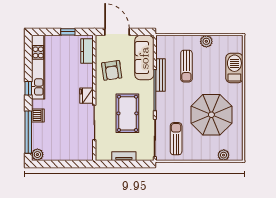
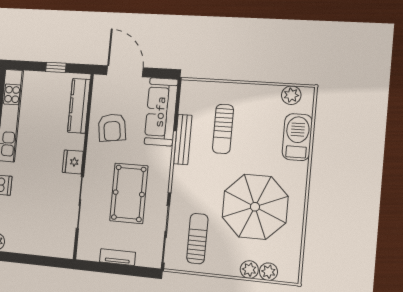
plant: (206, 41) -> (291, 95), moved
kitchen counter: (87, 51) -> (79, 106), width x1.50
plant: (211, 155) -> (249, 270), added

